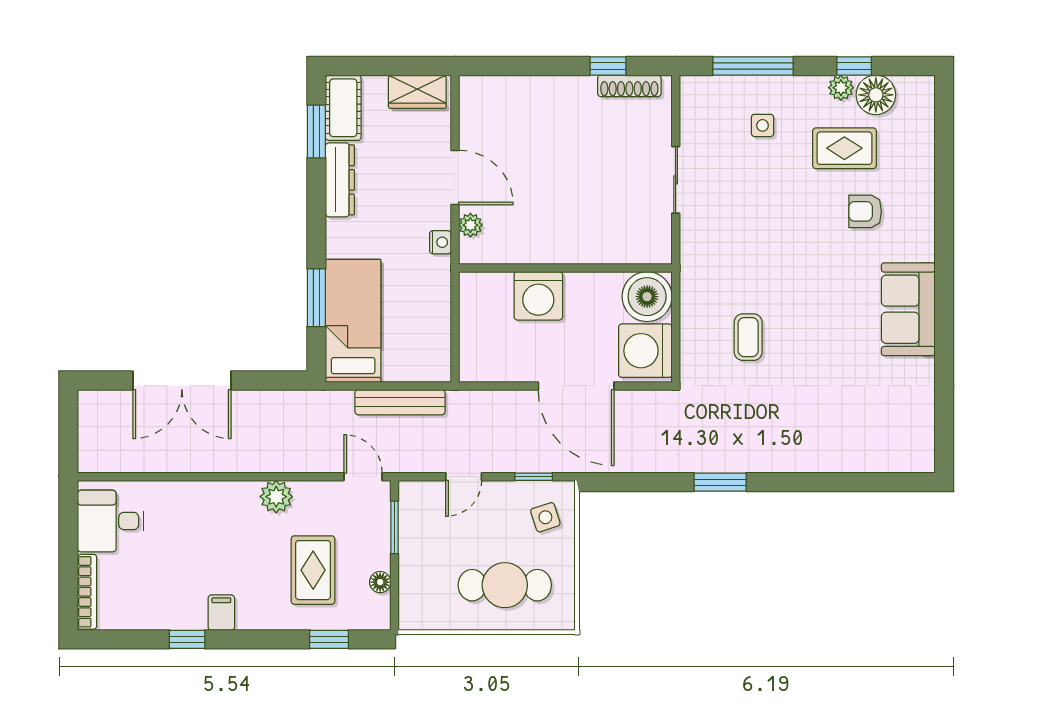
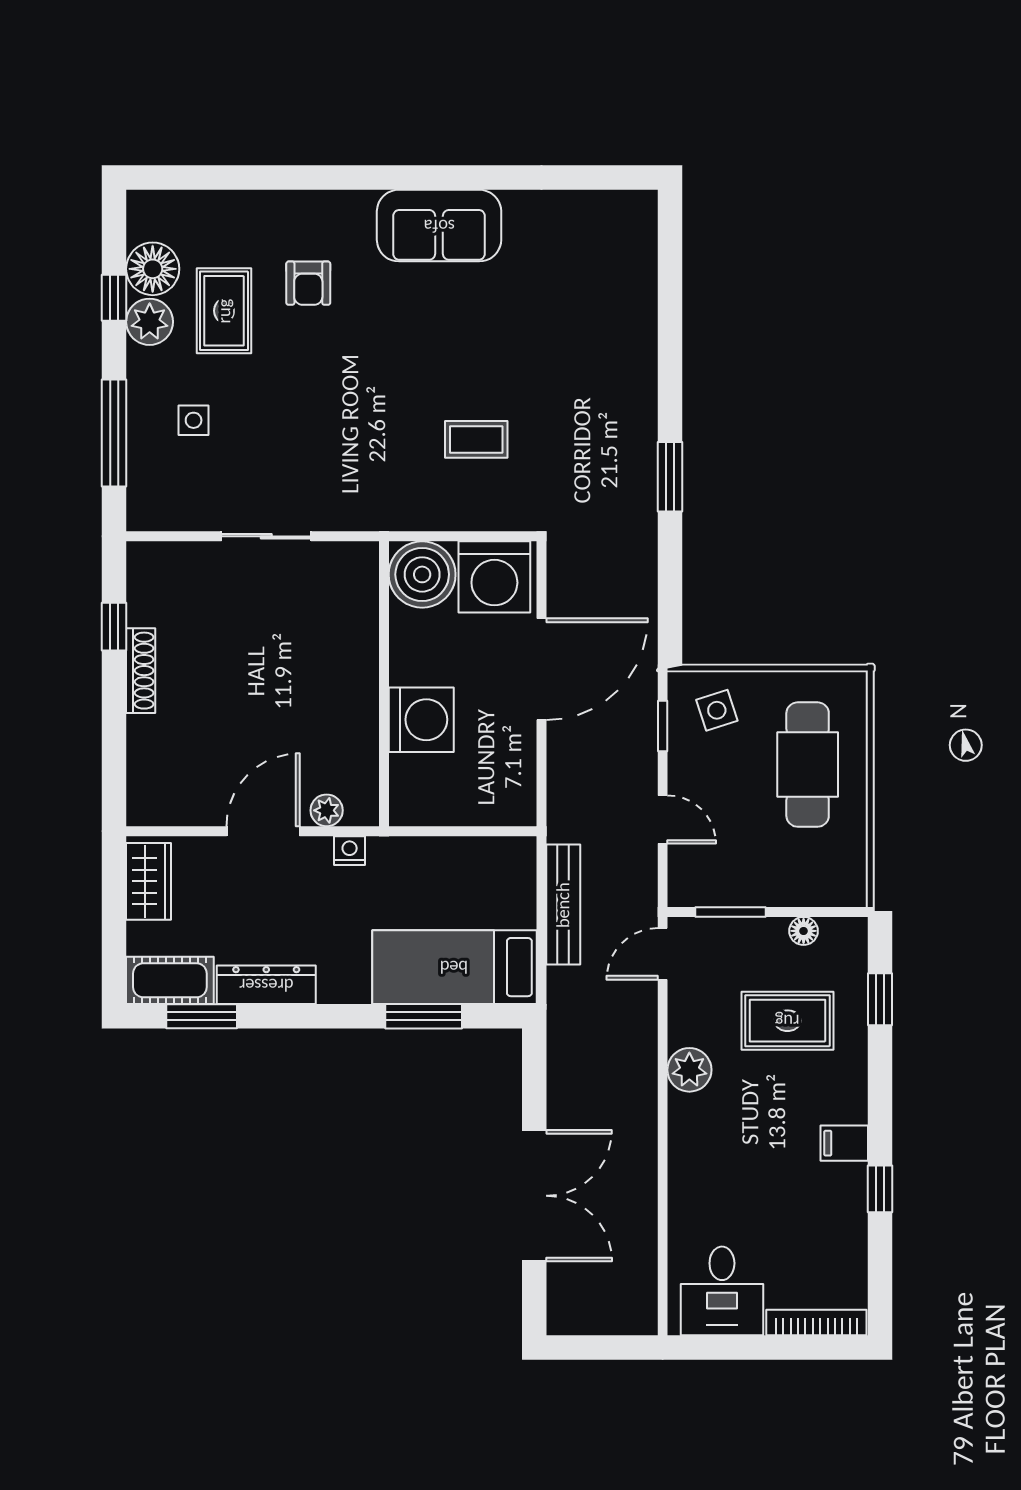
shoe rack: (629, 86) -> (141, 671), moved
plant: (841, 88) -> (150, 322), width x1.38, depth x1.38

